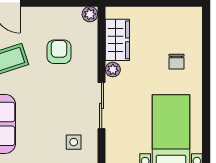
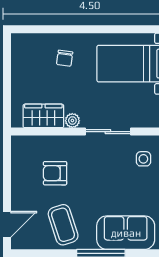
plant: (90, 14) -> (18, 143), removed
chair: (176, 62) -> (65, 58), turned 98

